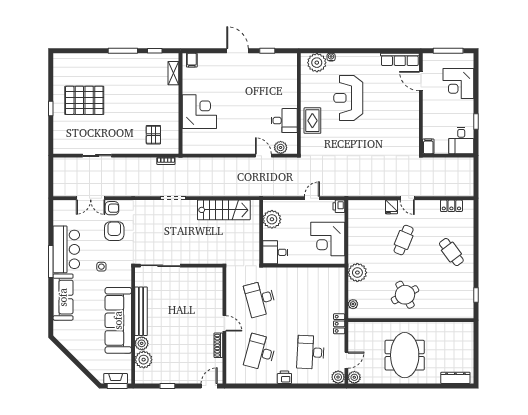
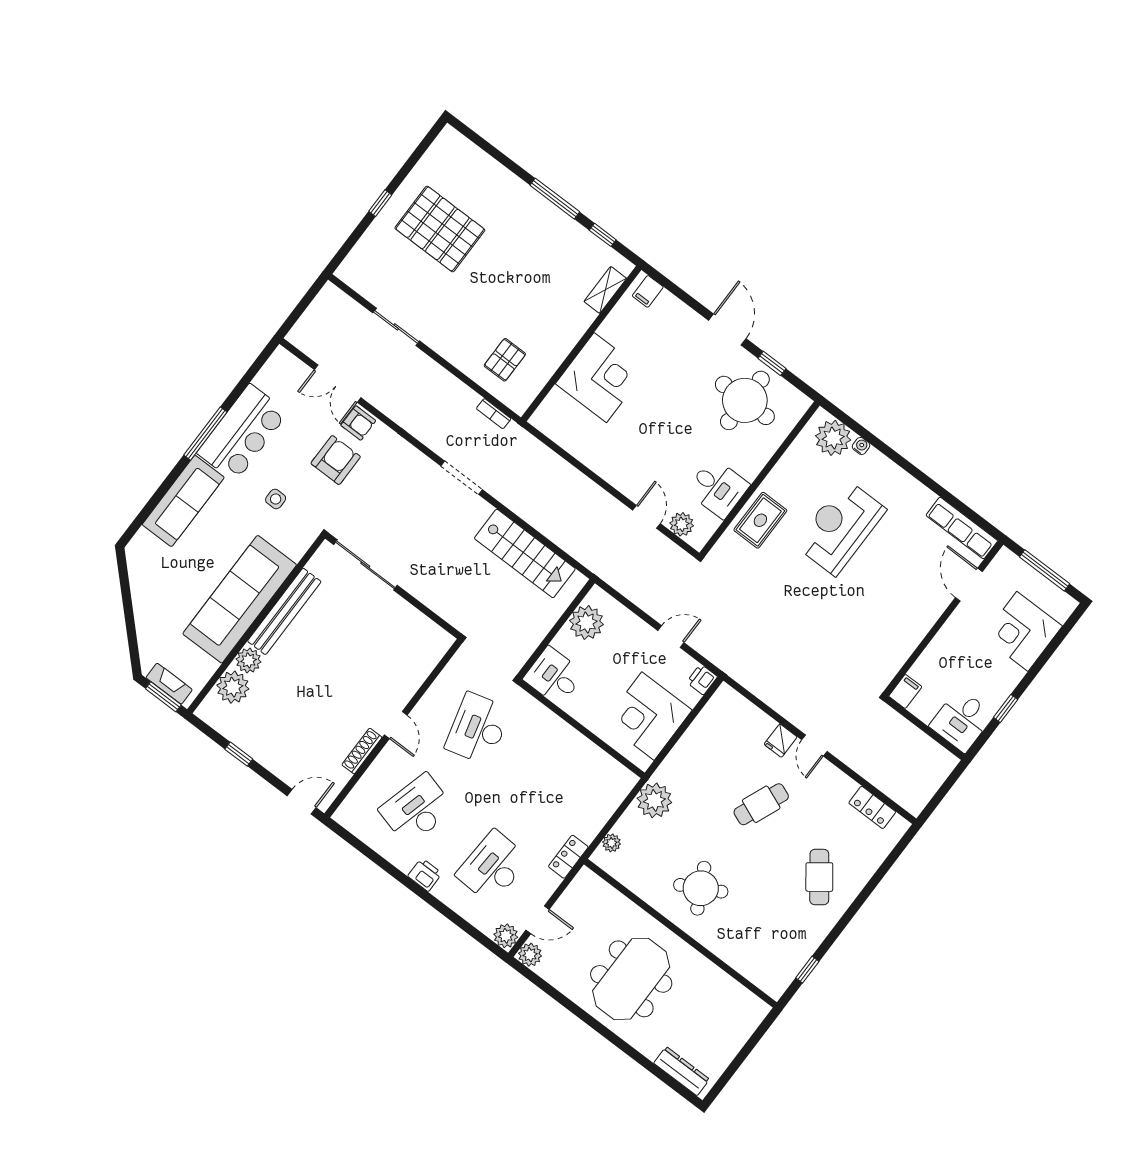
round table: (268, 75) -> (745, 400), added

